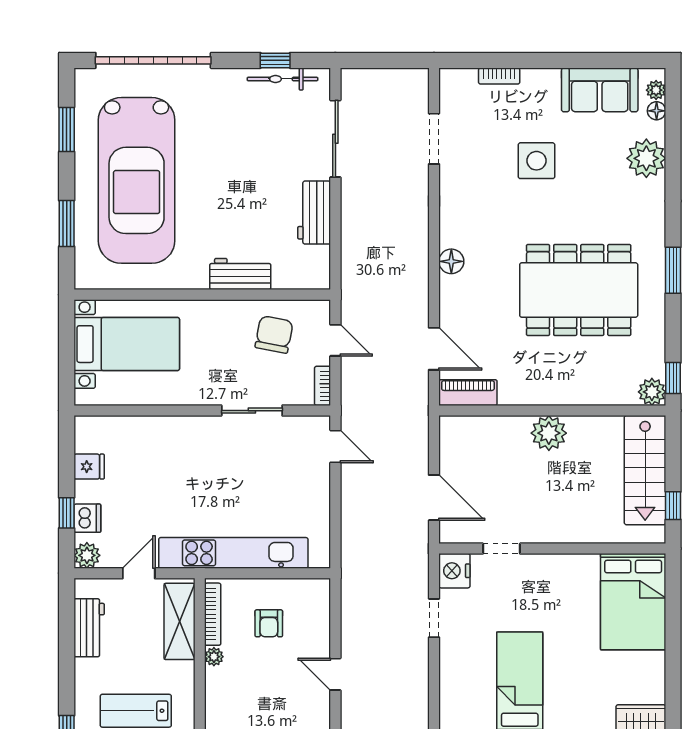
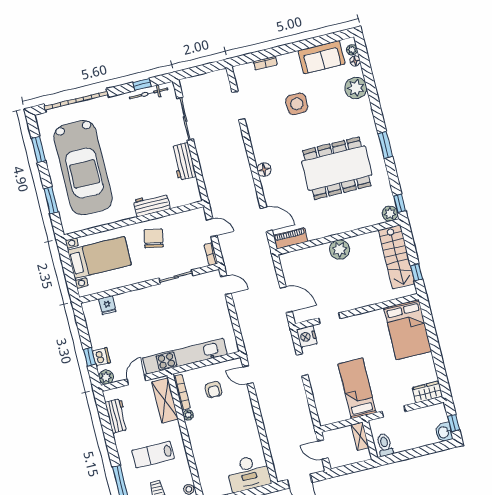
chair: (274, 334) -> (154, 238), moved
fridge: (89, 467) -> (107, 305), moved, turned 90
door: (335, 674) -> (248, 375), moved

